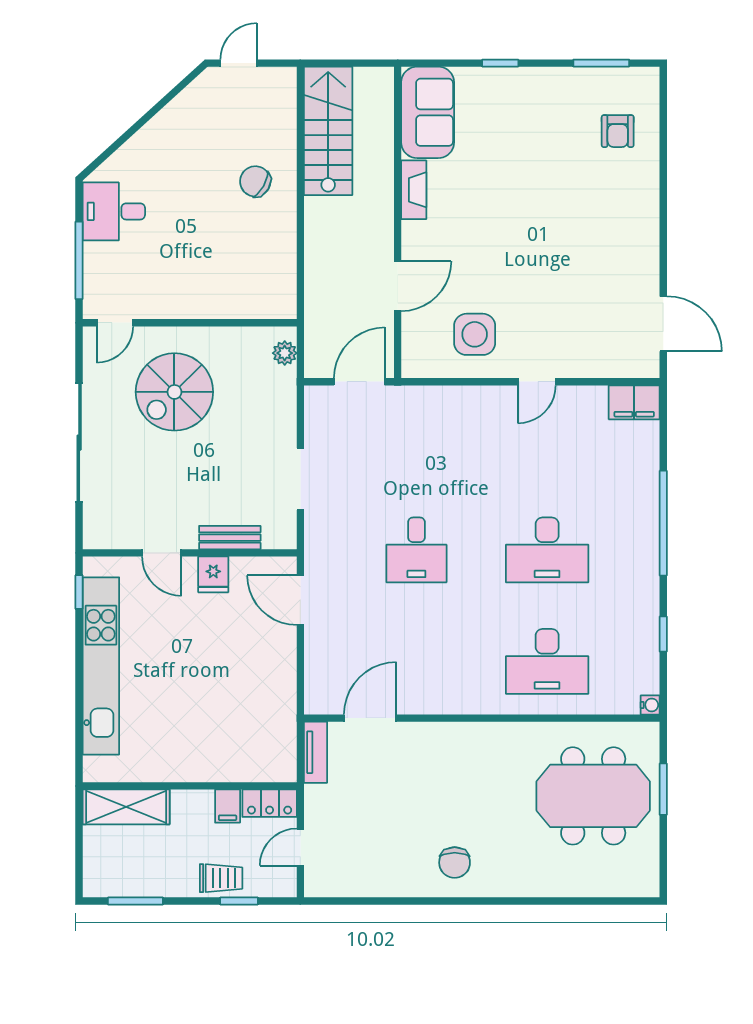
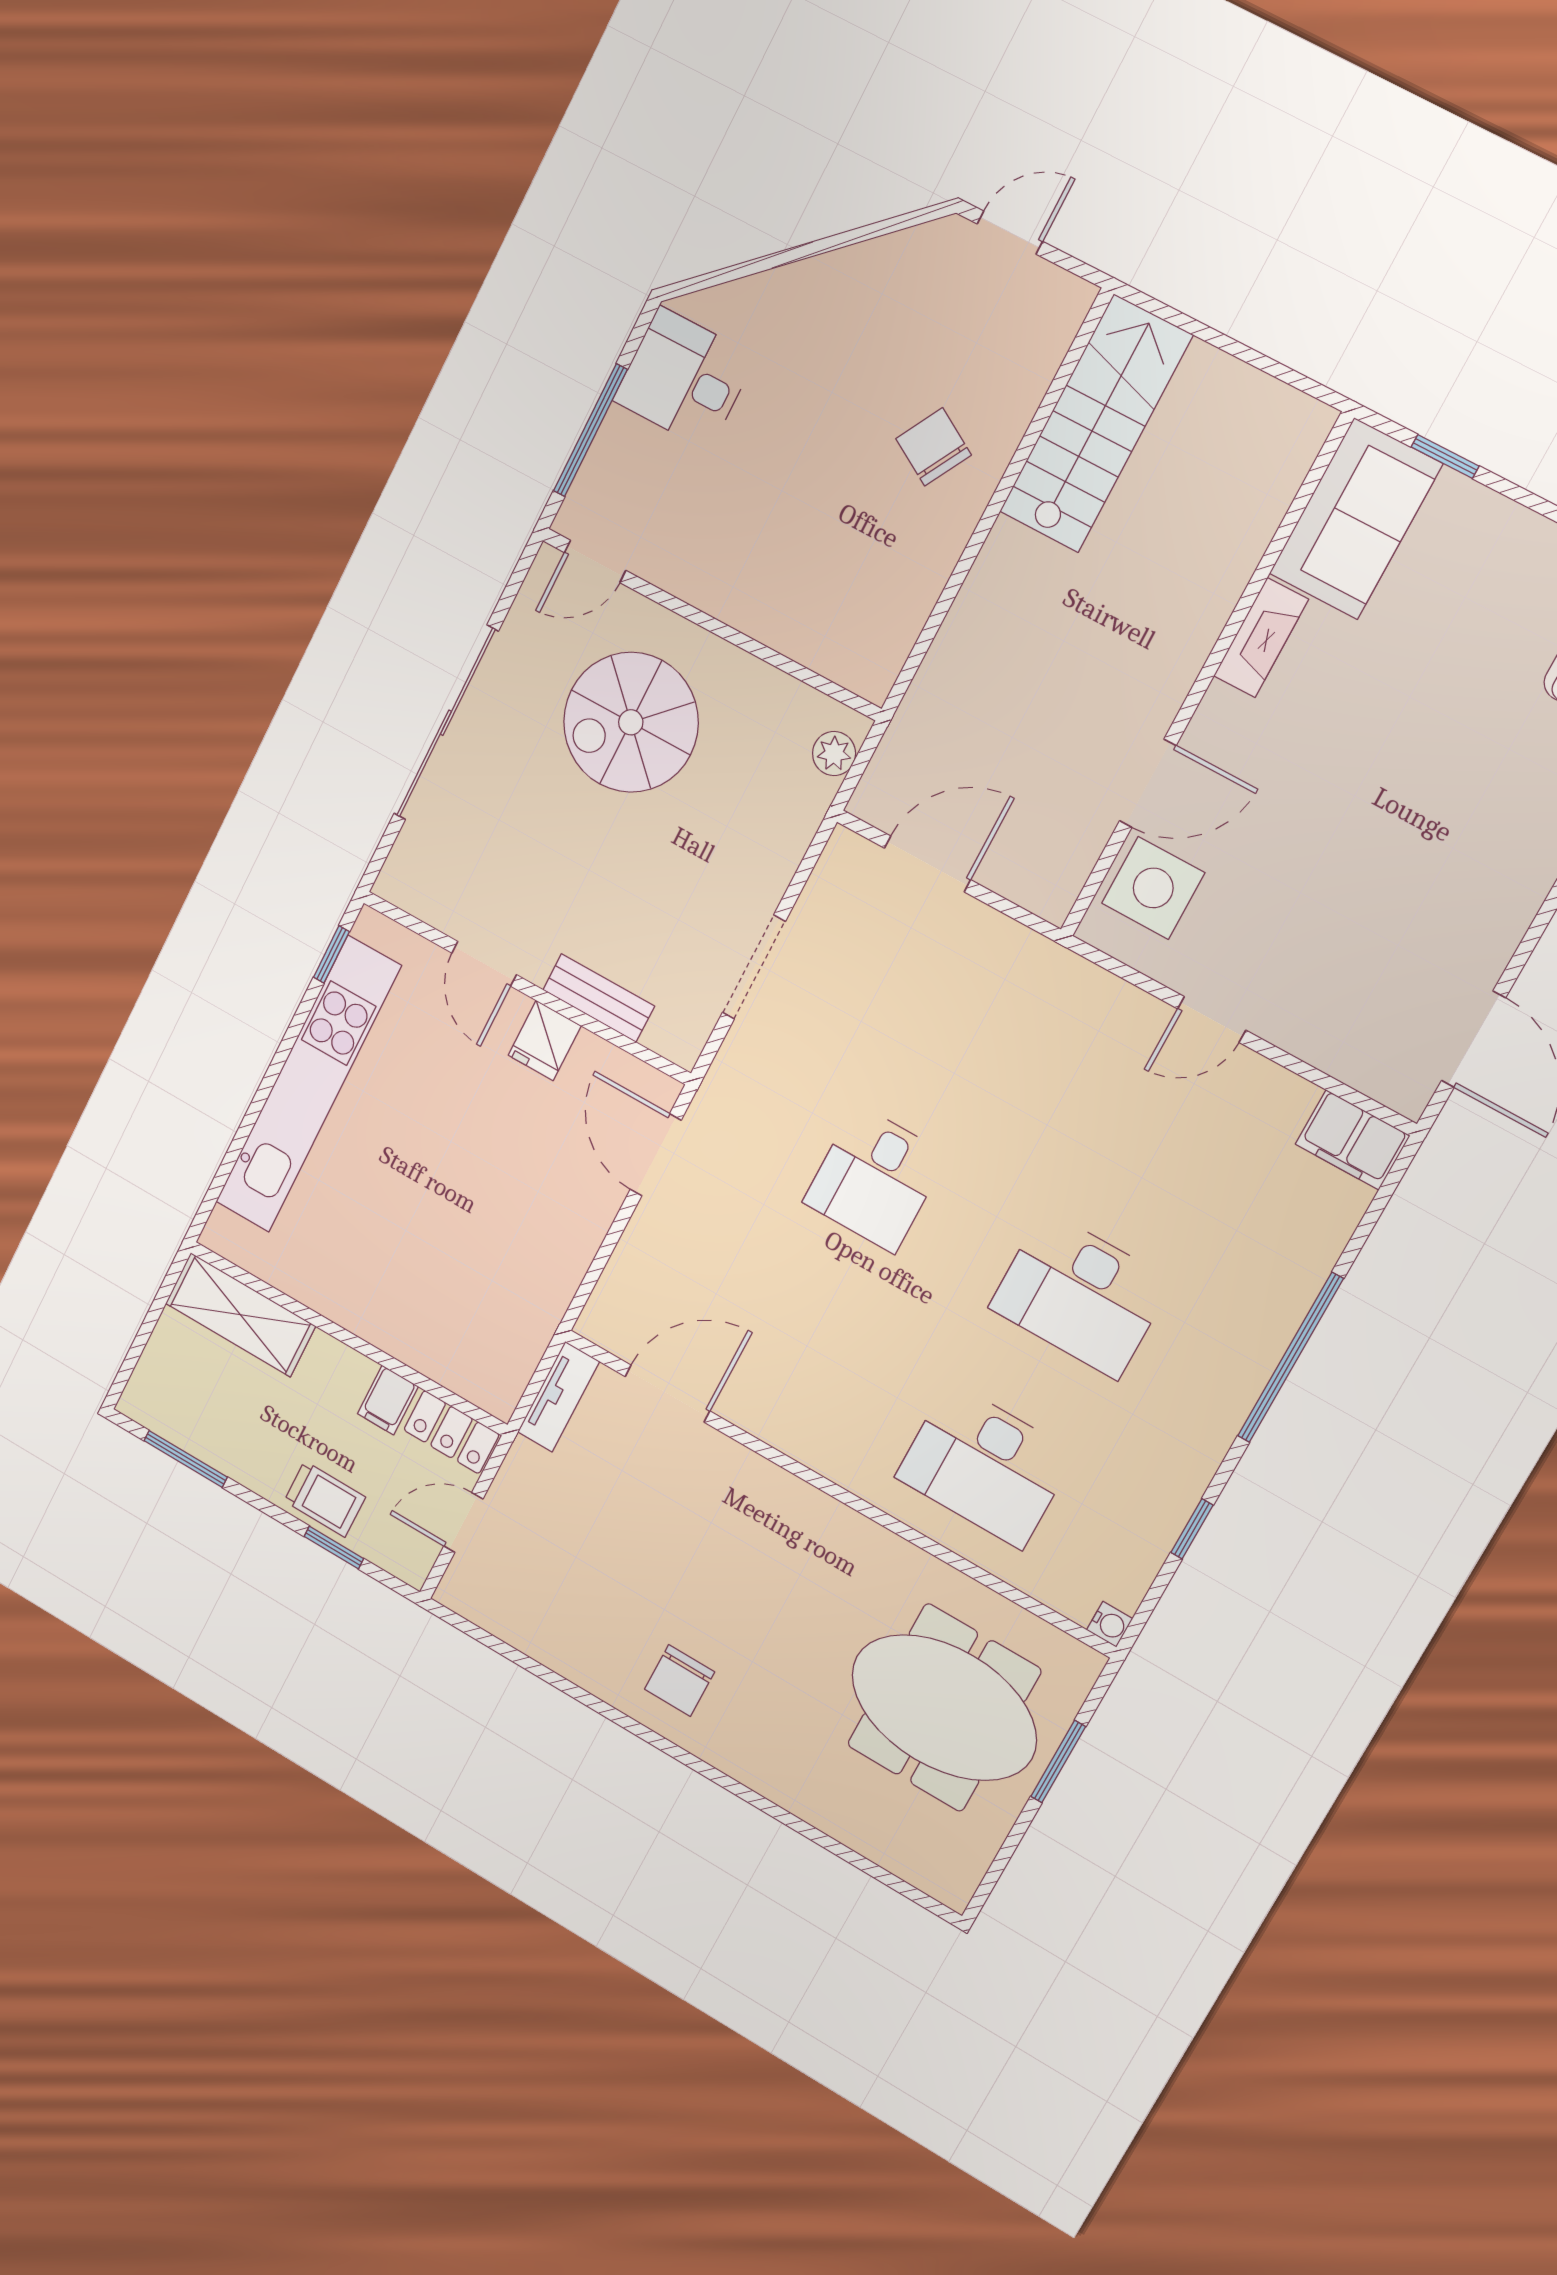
sofa: (428, 112) -> (1356, 519), moved
fireplace: (414, 190) -> (1261, 638), moved
wall: (398, 222) -> (1205, 678), moved
door: (398, 286) -> (1148, 783), moved

